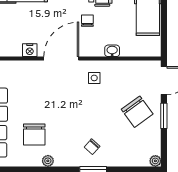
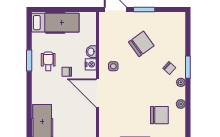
nightstand: (30, 50) -> (91, 64), moved
chair: (137, 112) -> (141, 44), moved
plant: (155, 161) -> (181, 82), moved

